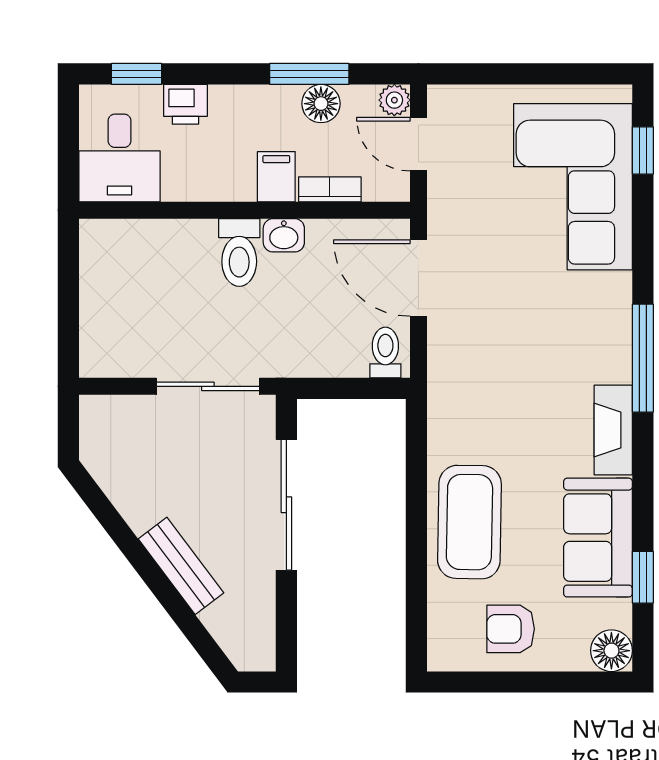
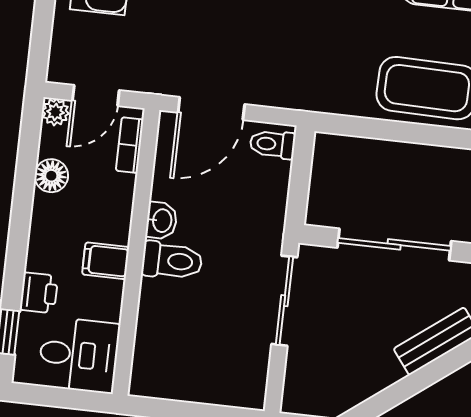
window: (309, 74) -> (25, 183), removed
filing cabinet: (276, 177) -> (106, 261), moved
bookcase: (330, 189) -> (130, 145), moved

